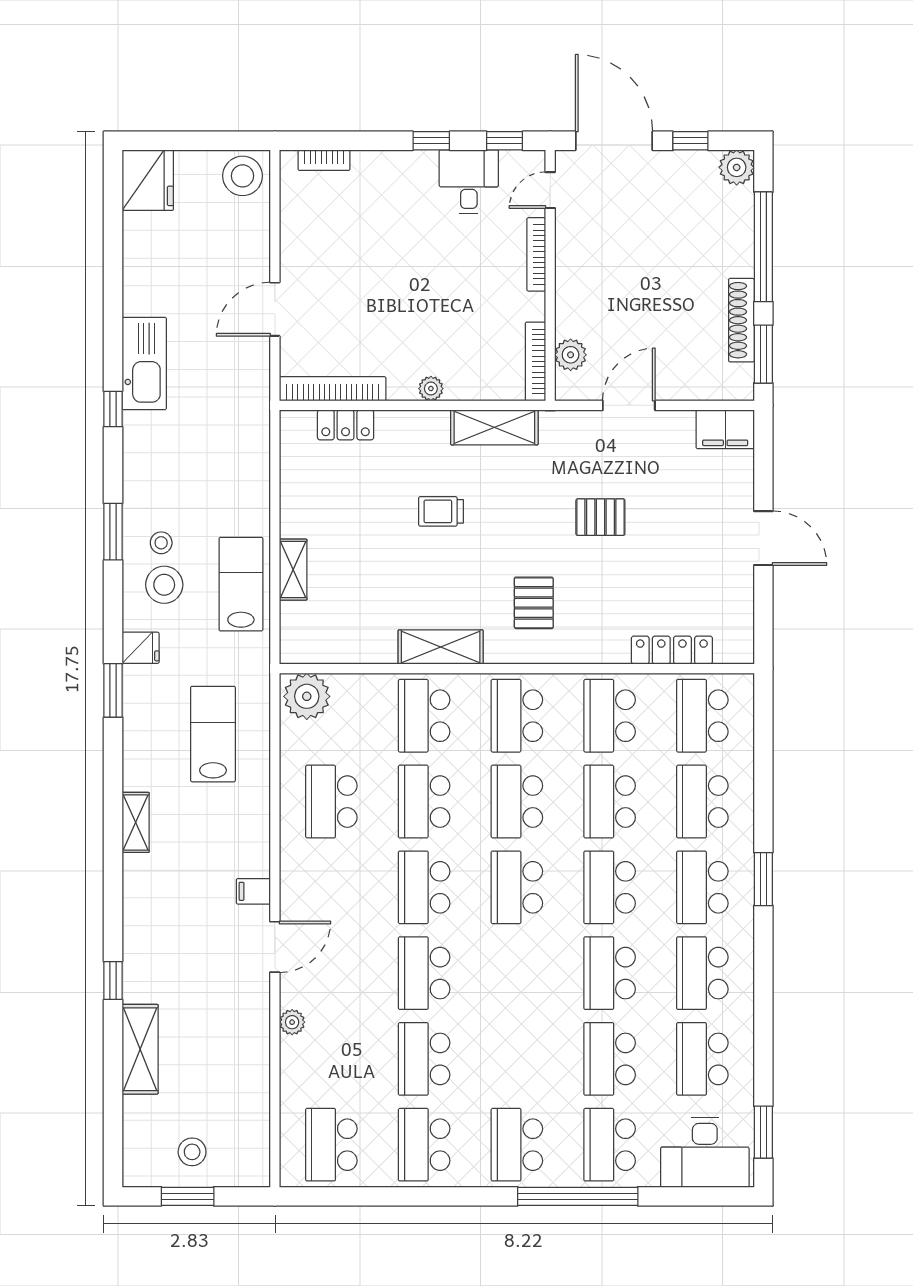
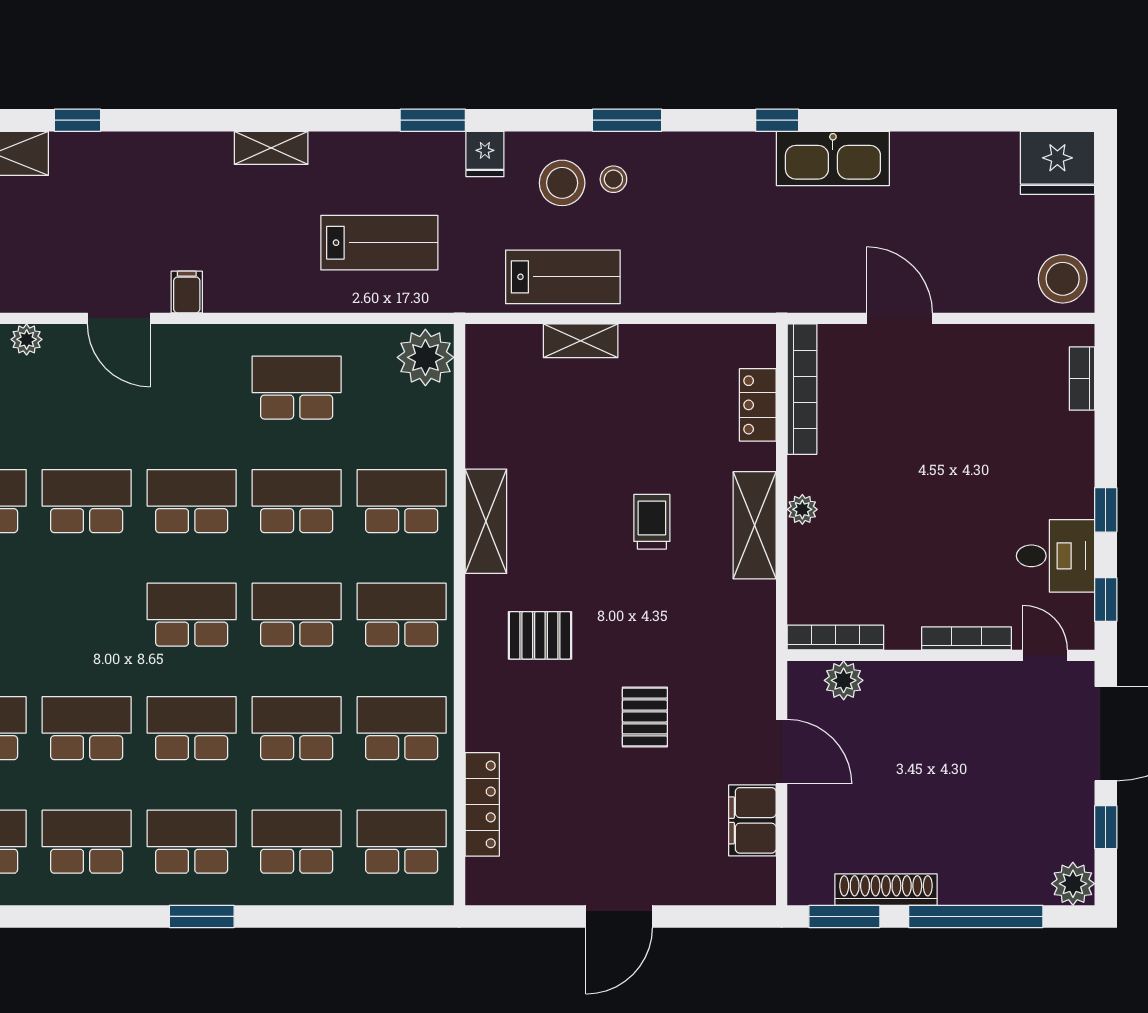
shelving: (494, 427) -> (755, 525), moved
filing cabinet: (725, 429) -> (752, 820), moved

